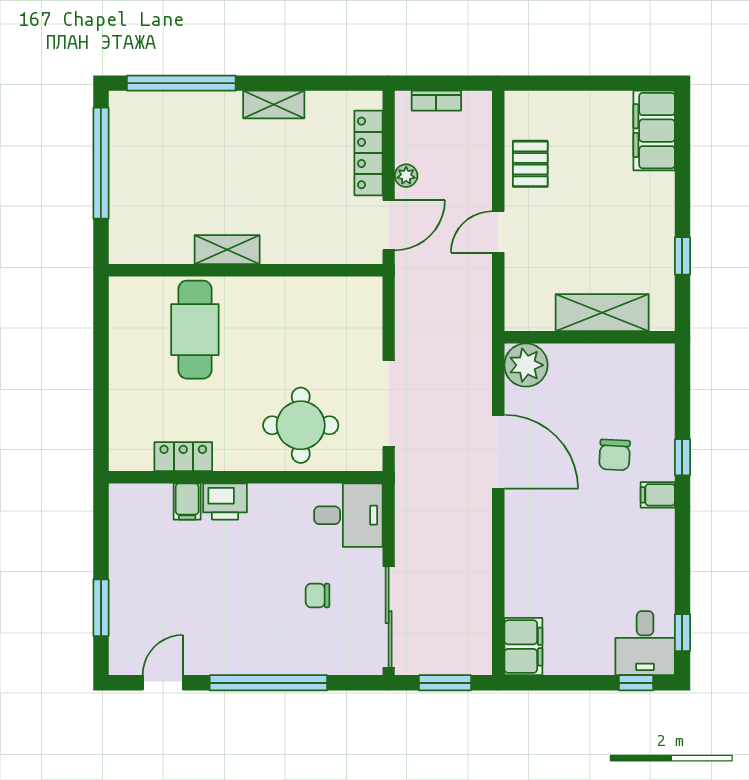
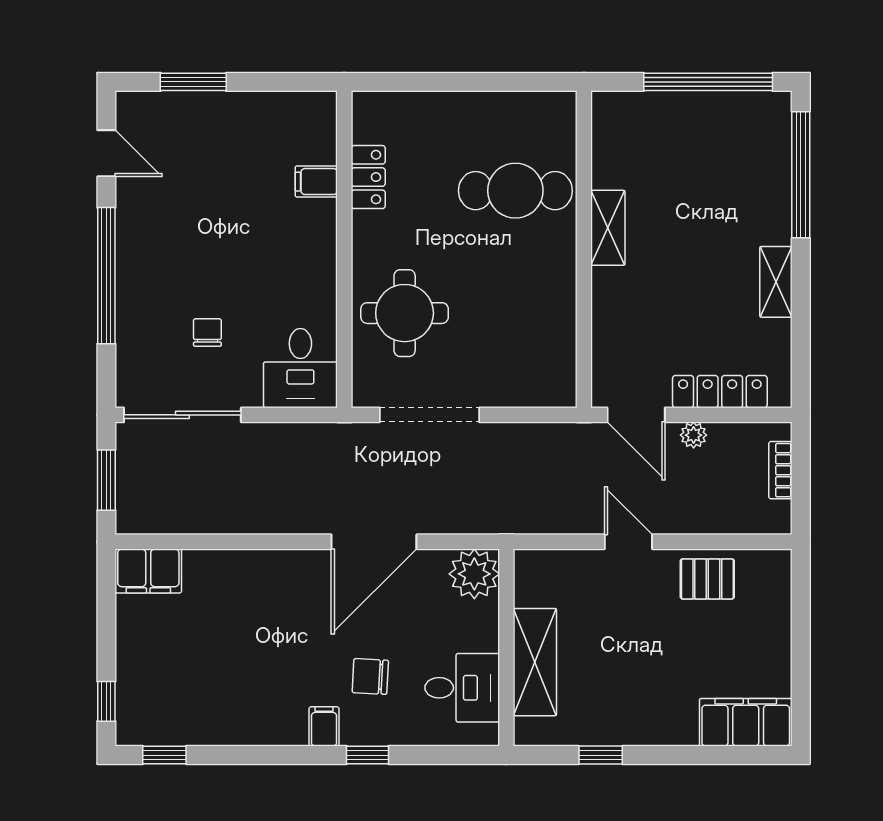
printer: (225, 502) -> (316, 225), removed
desk: (645, 643) -> (462, 688), moved, turned 180

